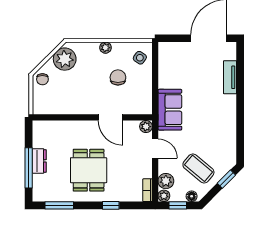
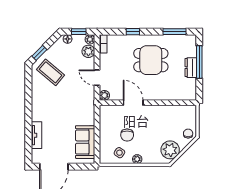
side table: (140, 58) -> (119, 153), moved
sofa: (170, 110) -> (85, 142), moved
coffee table: (198, 168) -> (51, 72), moved
dining table: (89, 170) -> (151, 60), turned 90

